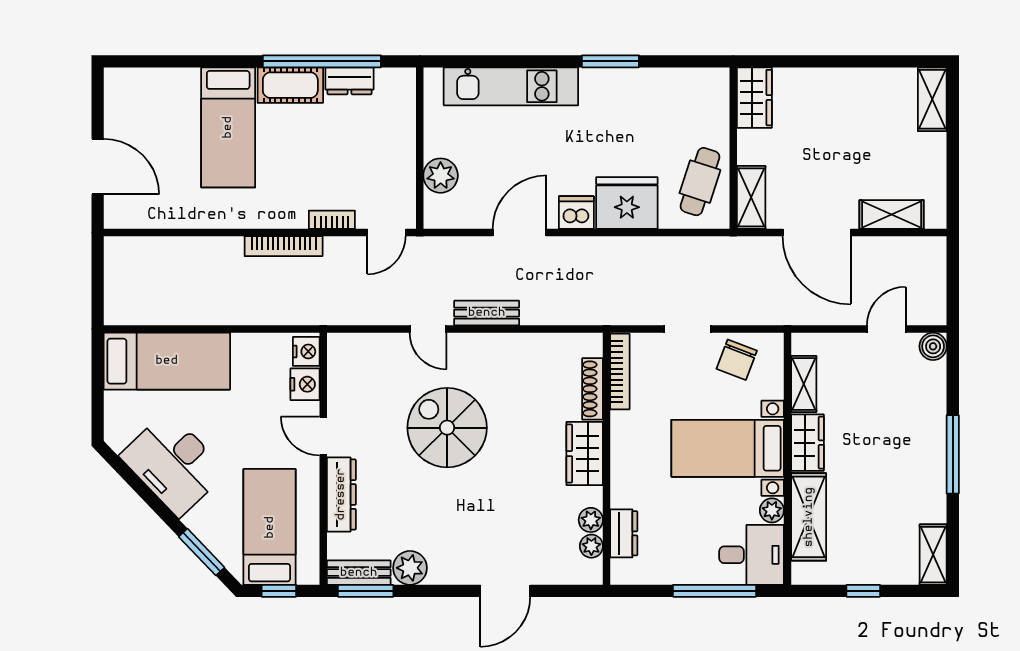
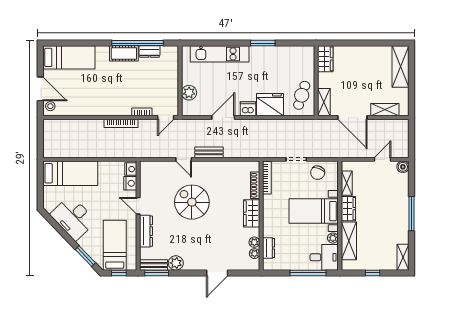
shelving: (932, 99) -> (400, 66), width x1.50, depth x1.33
bed: (228, 127) -> (69, 57), moved, turned -90
stool: (121, 207) -> (50, 106), added

